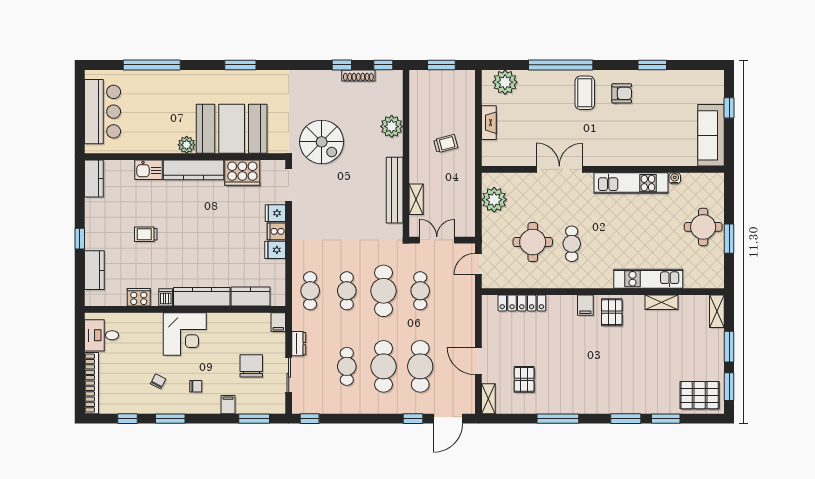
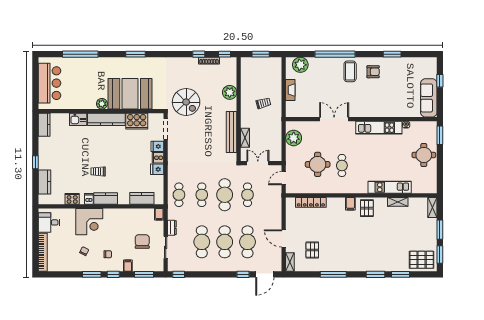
trolley: (146, 234) -> (98, 171), moved
window: (729, 239) -> (440, 135), moved
kitchen counter: (202, 297) -> (106, 198), width x0.67
corner desk: (185, 334) -> (89, 222), moved
cafe table: (347, 366) -> (202, 242), width x1.37, depth x1.35
window: (127, 419) -> (113, 274), moved

